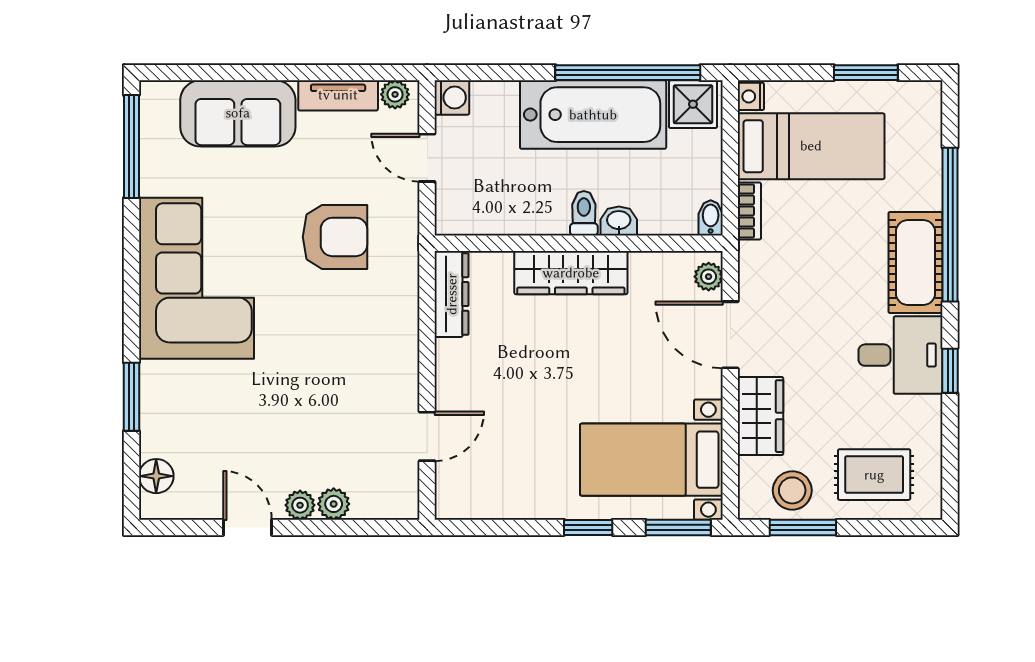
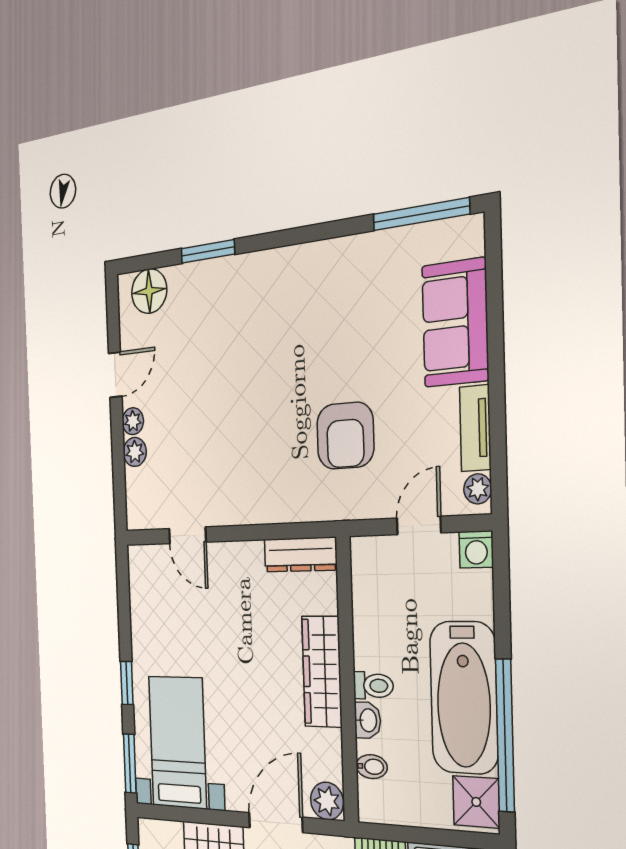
bidet: (711, 218) -> (372, 767), moved
plant: (709, 277) -> (327, 801), width x1.38, depth x1.38
corner sofa: (196, 278) -> (306, 300), removed
floor lamp: (156, 476) -> (149, 291), width x1.38, depth x1.38

